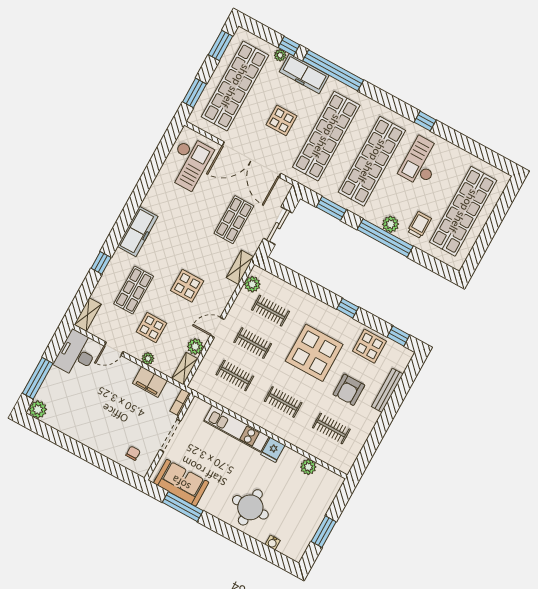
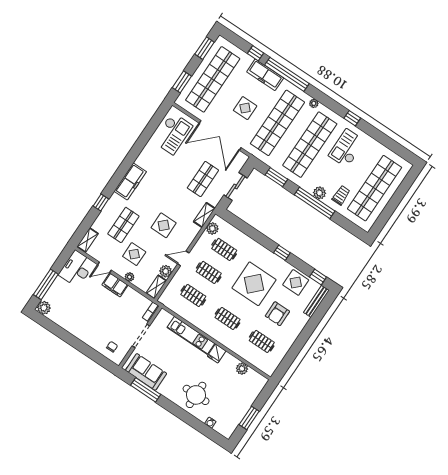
plant: (280, 55) -> (314, 103), moved
filing cabinet: (150, 382) -> (115, 285), moved
bench: (387, 390) -> (316, 301), moved

